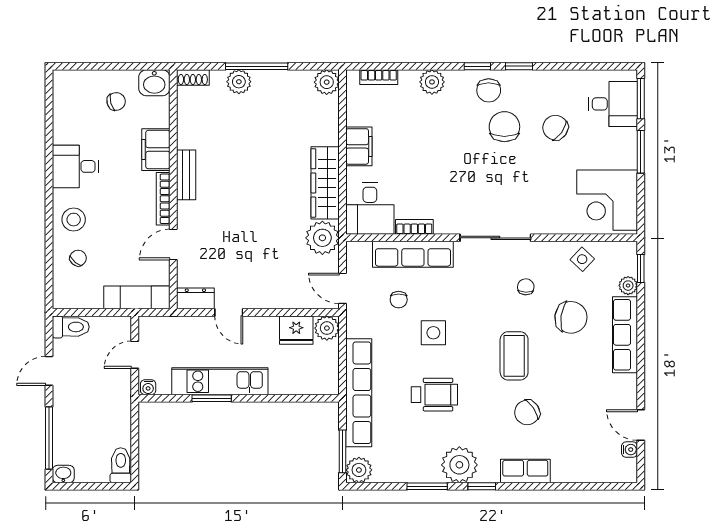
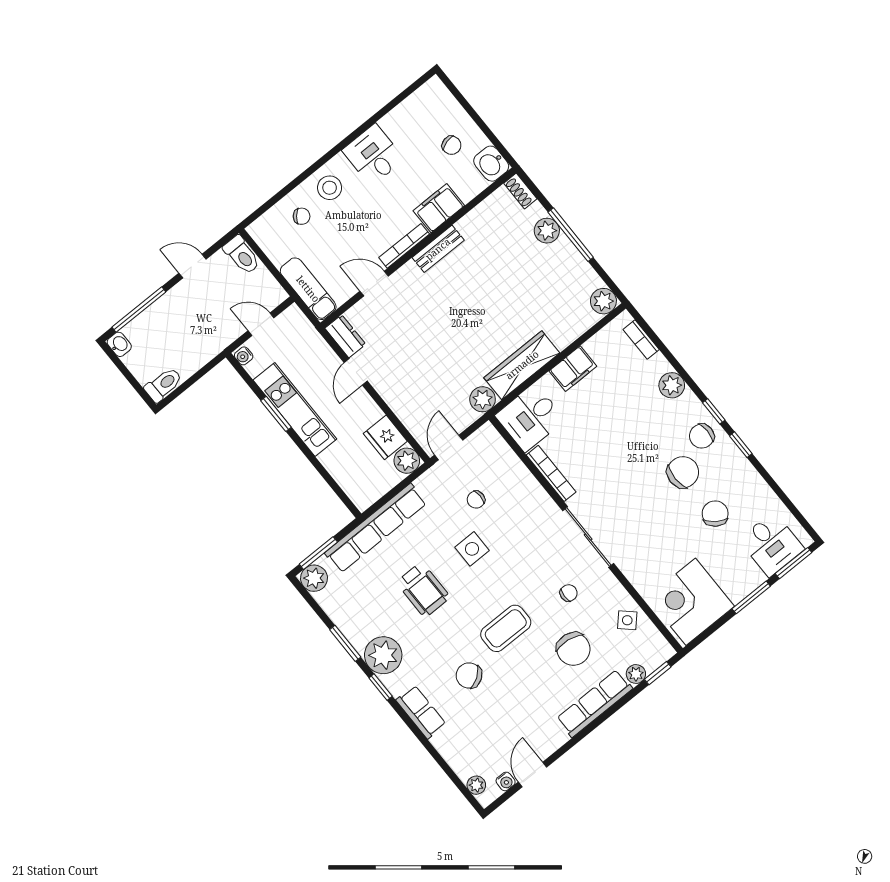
bookcase: (414, 227) -> (551, 473), width x1.56
plant: (322, 238) -> (483, 399), width x0.73, depth x0.73
row of seats: (413, 254) -> (522, 482), removed
plant: (614, 474) -> (476, 785), added

